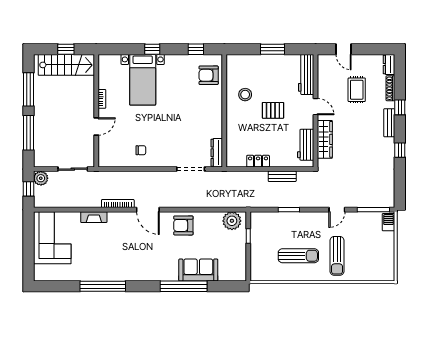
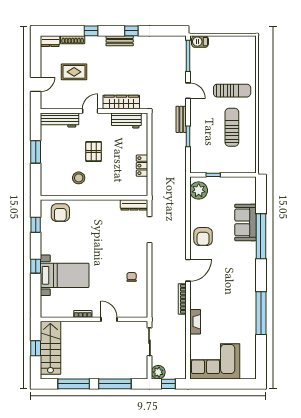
bench: (389, 123) -> (120, 41), moved
bench: (282, 176) -> (181, 119), moved

